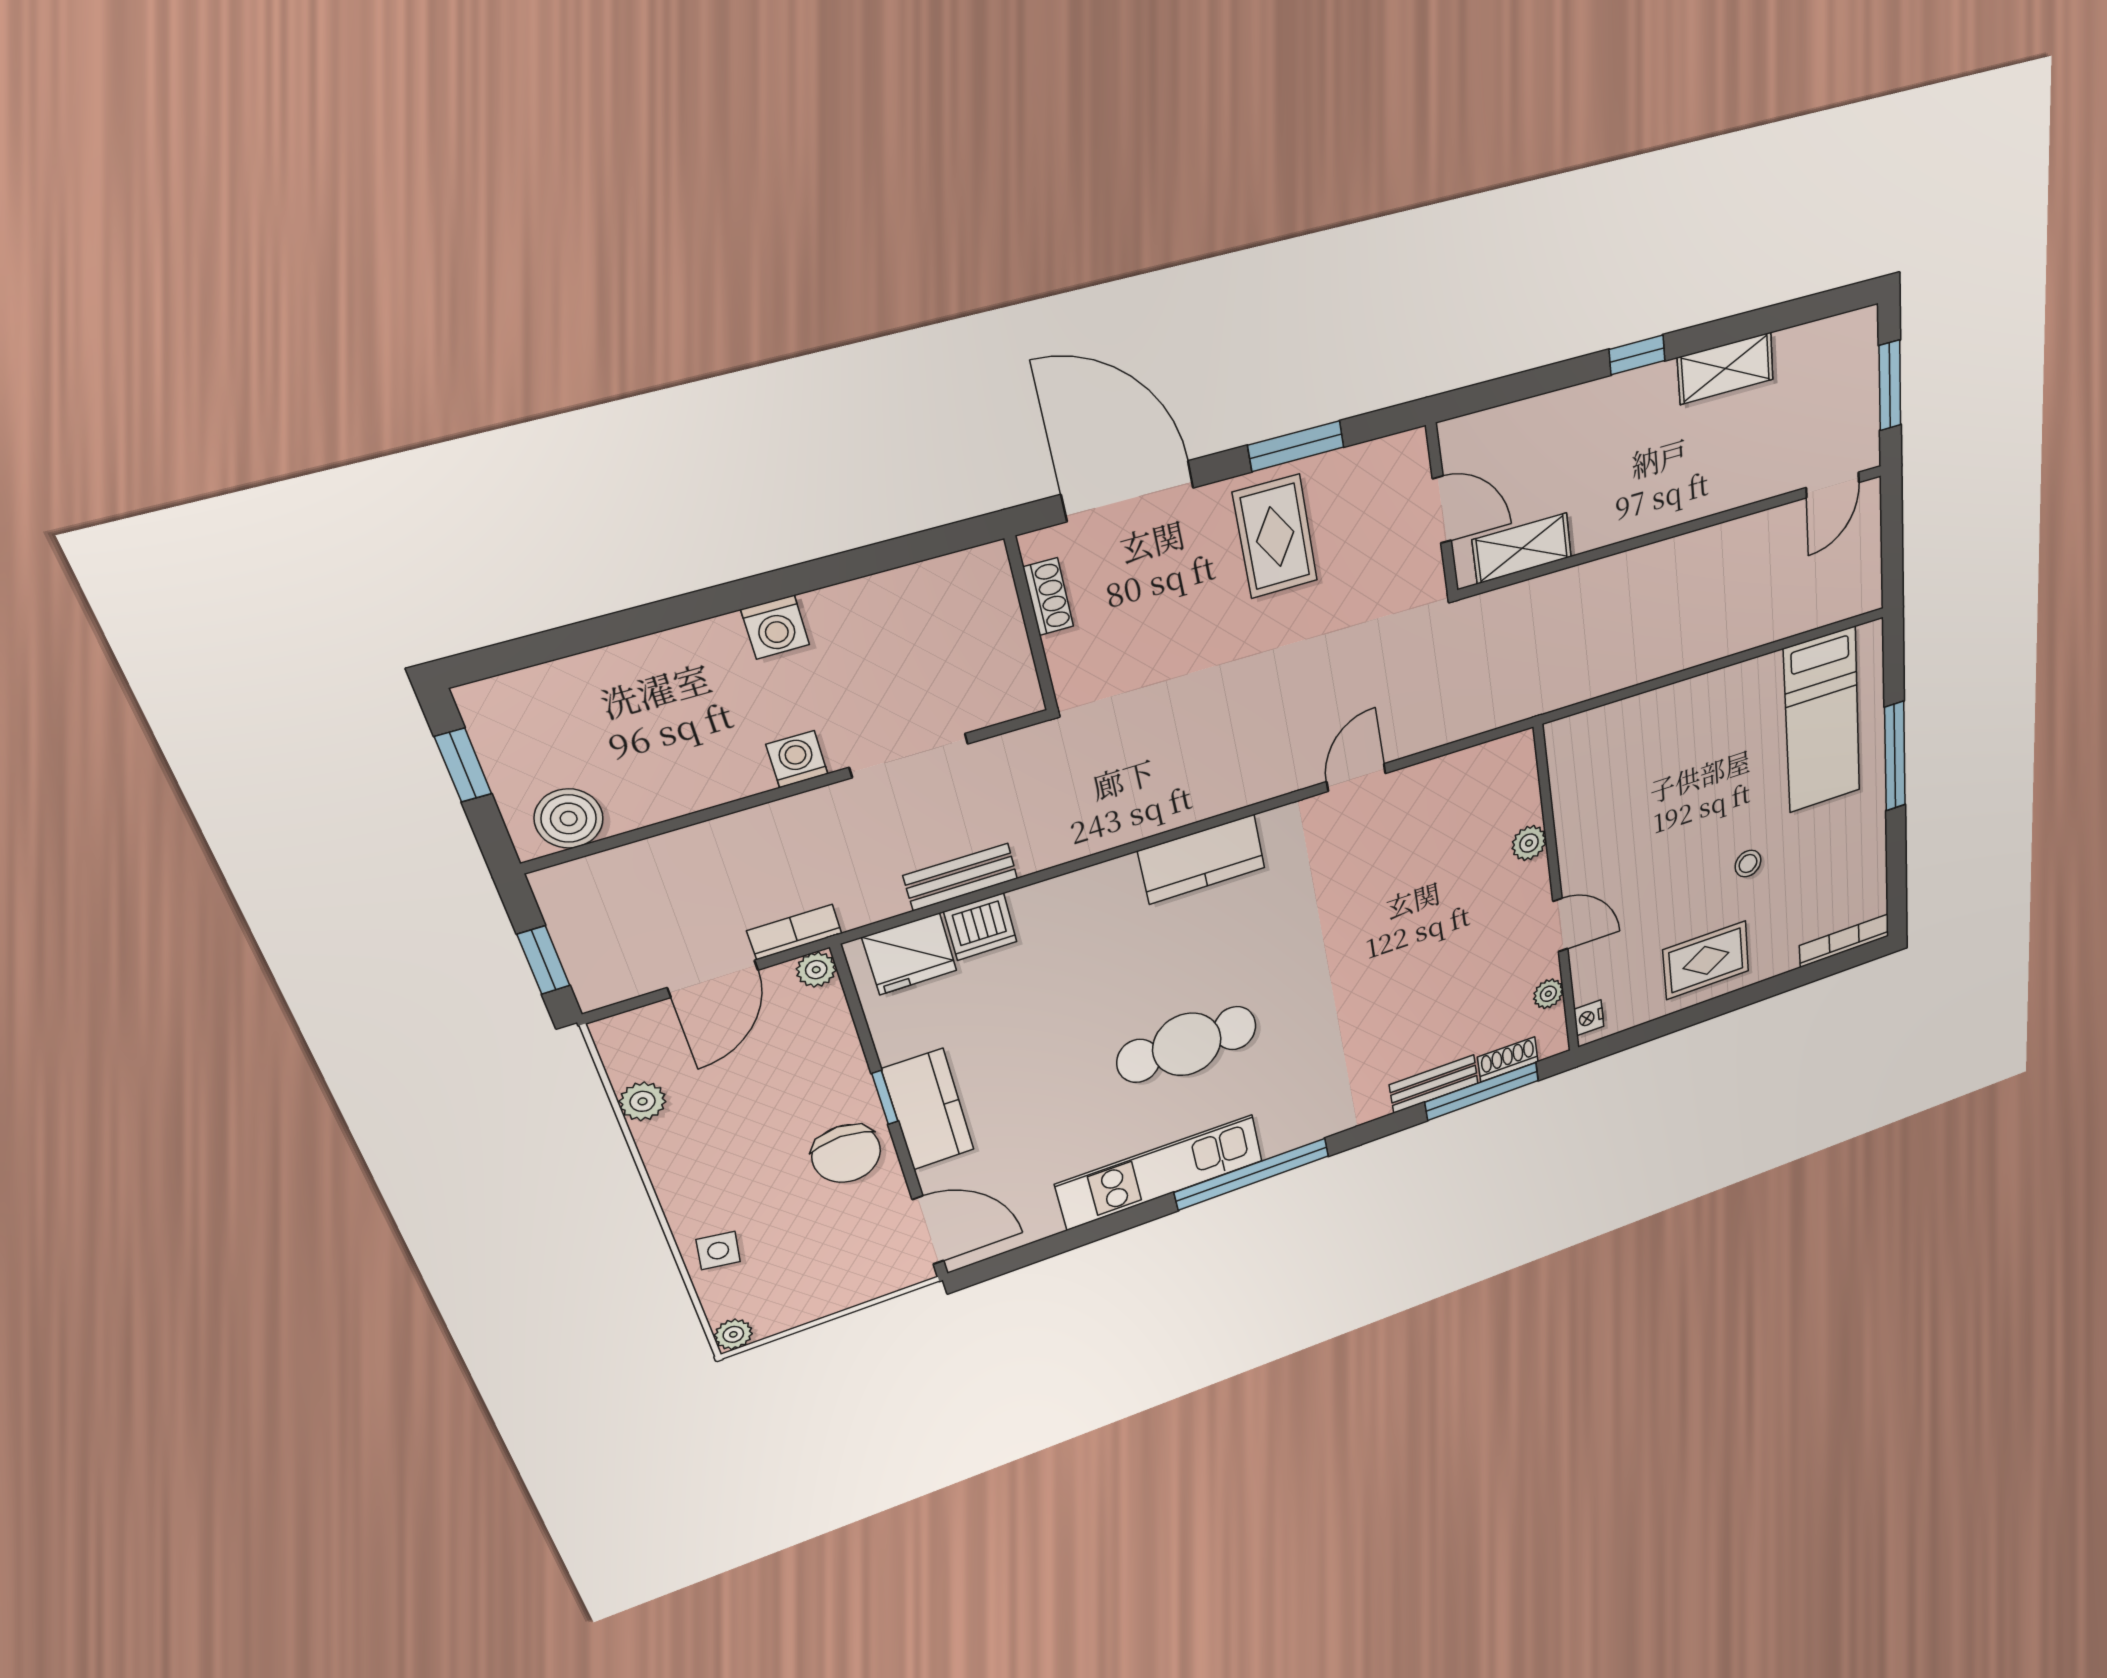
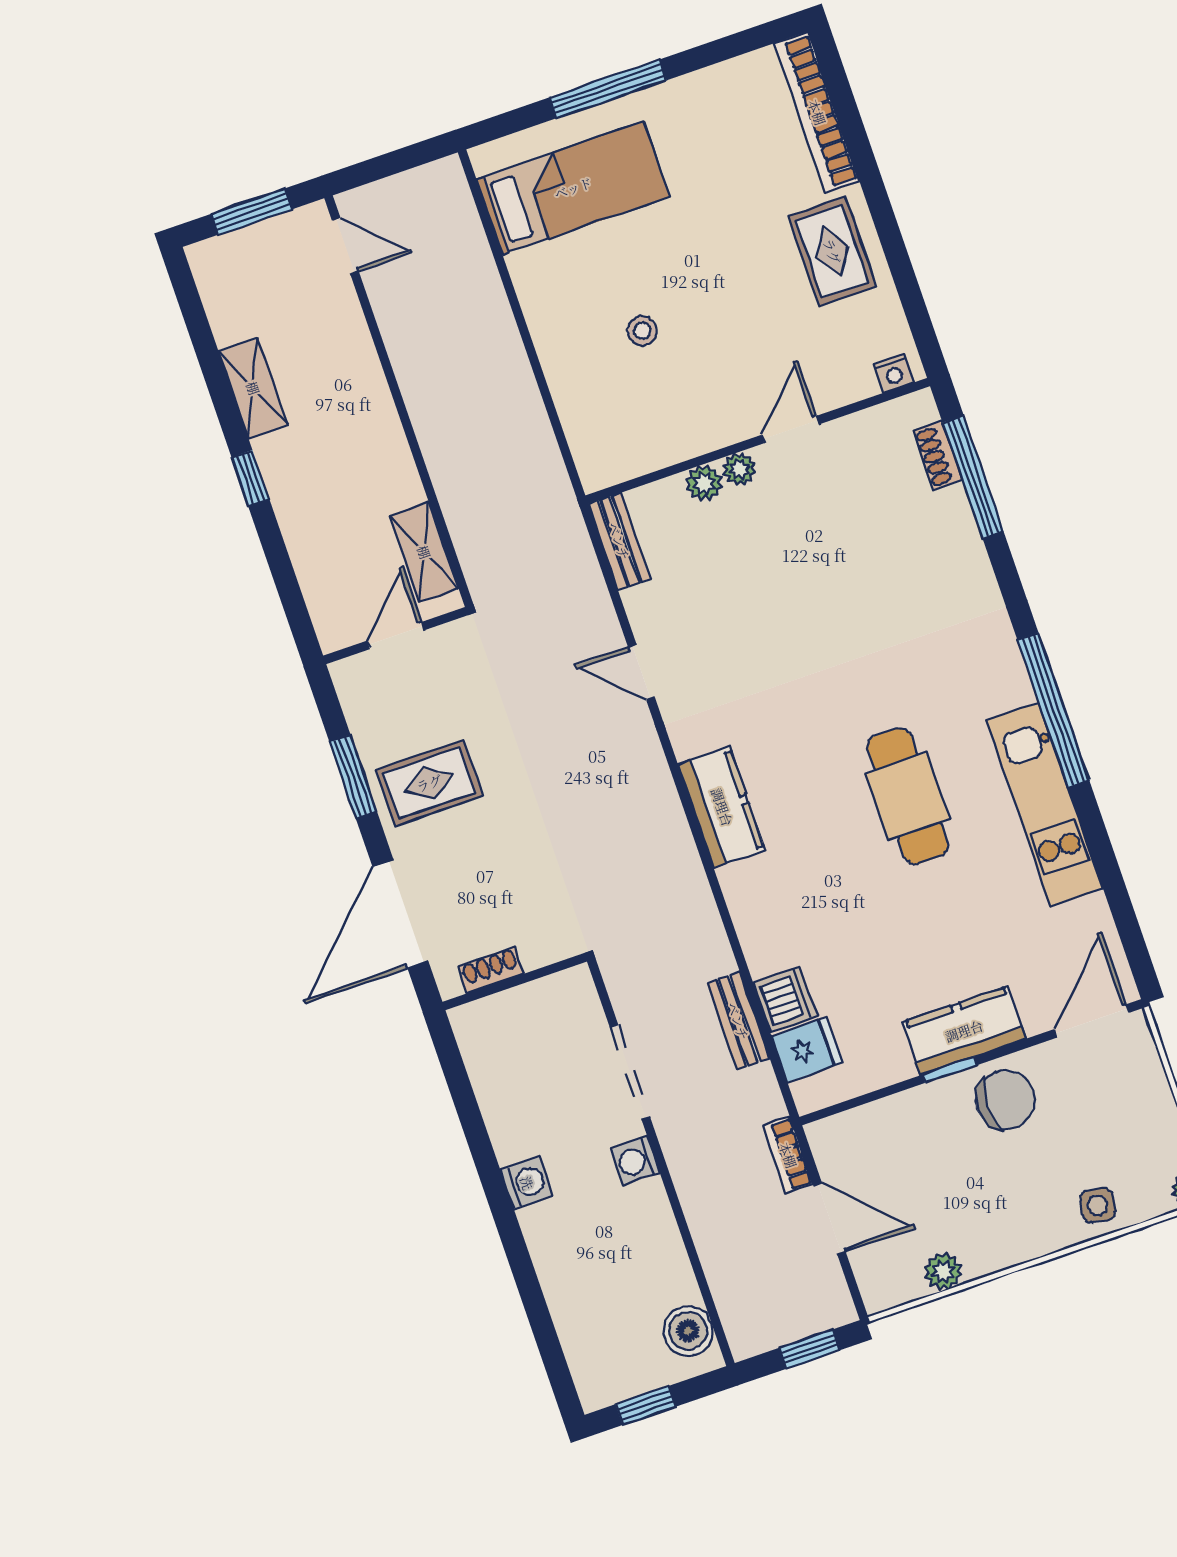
stool: (1748, 864) -> (642, 331), moved
bookcase: (1844, 941) -> (817, 112), width x1.48, depth x1.31
fridge: (909, 954) -> (807, 1050), width x0.72
plant: (816, 970) -> (823, 1136), removed
plant: (1548, 994) -> (739, 469), moved
bench: (1434, 1084) -> (619, 541), moved

